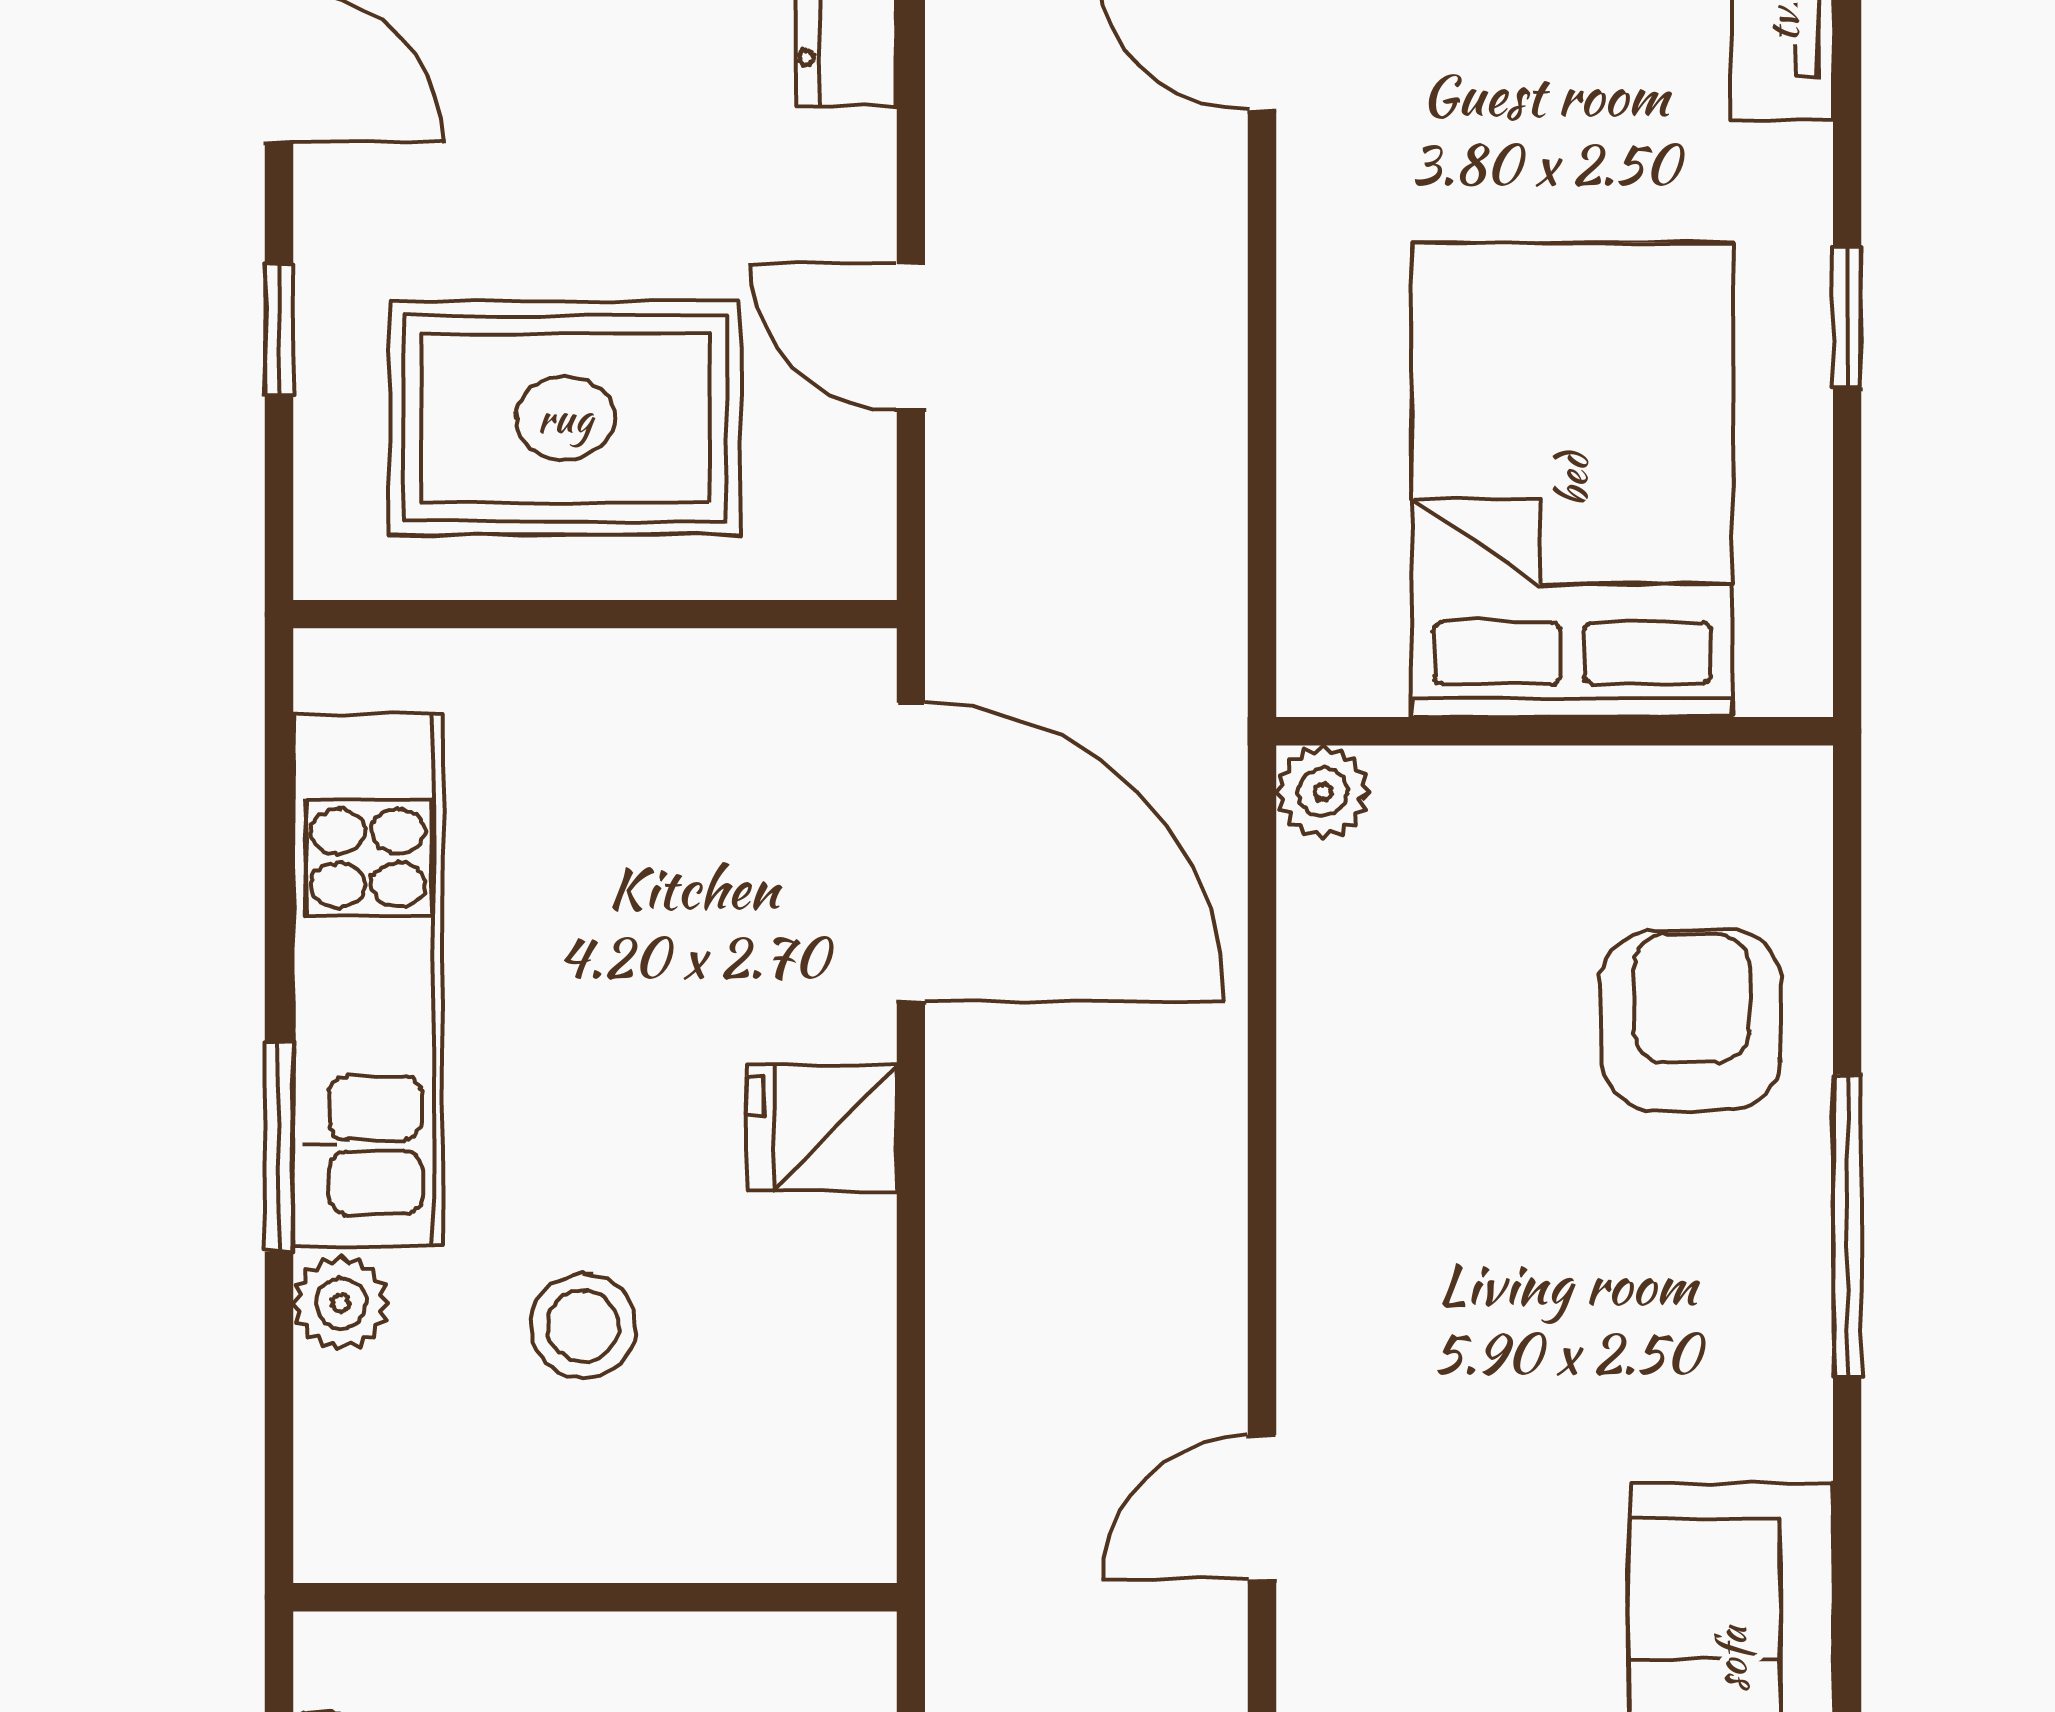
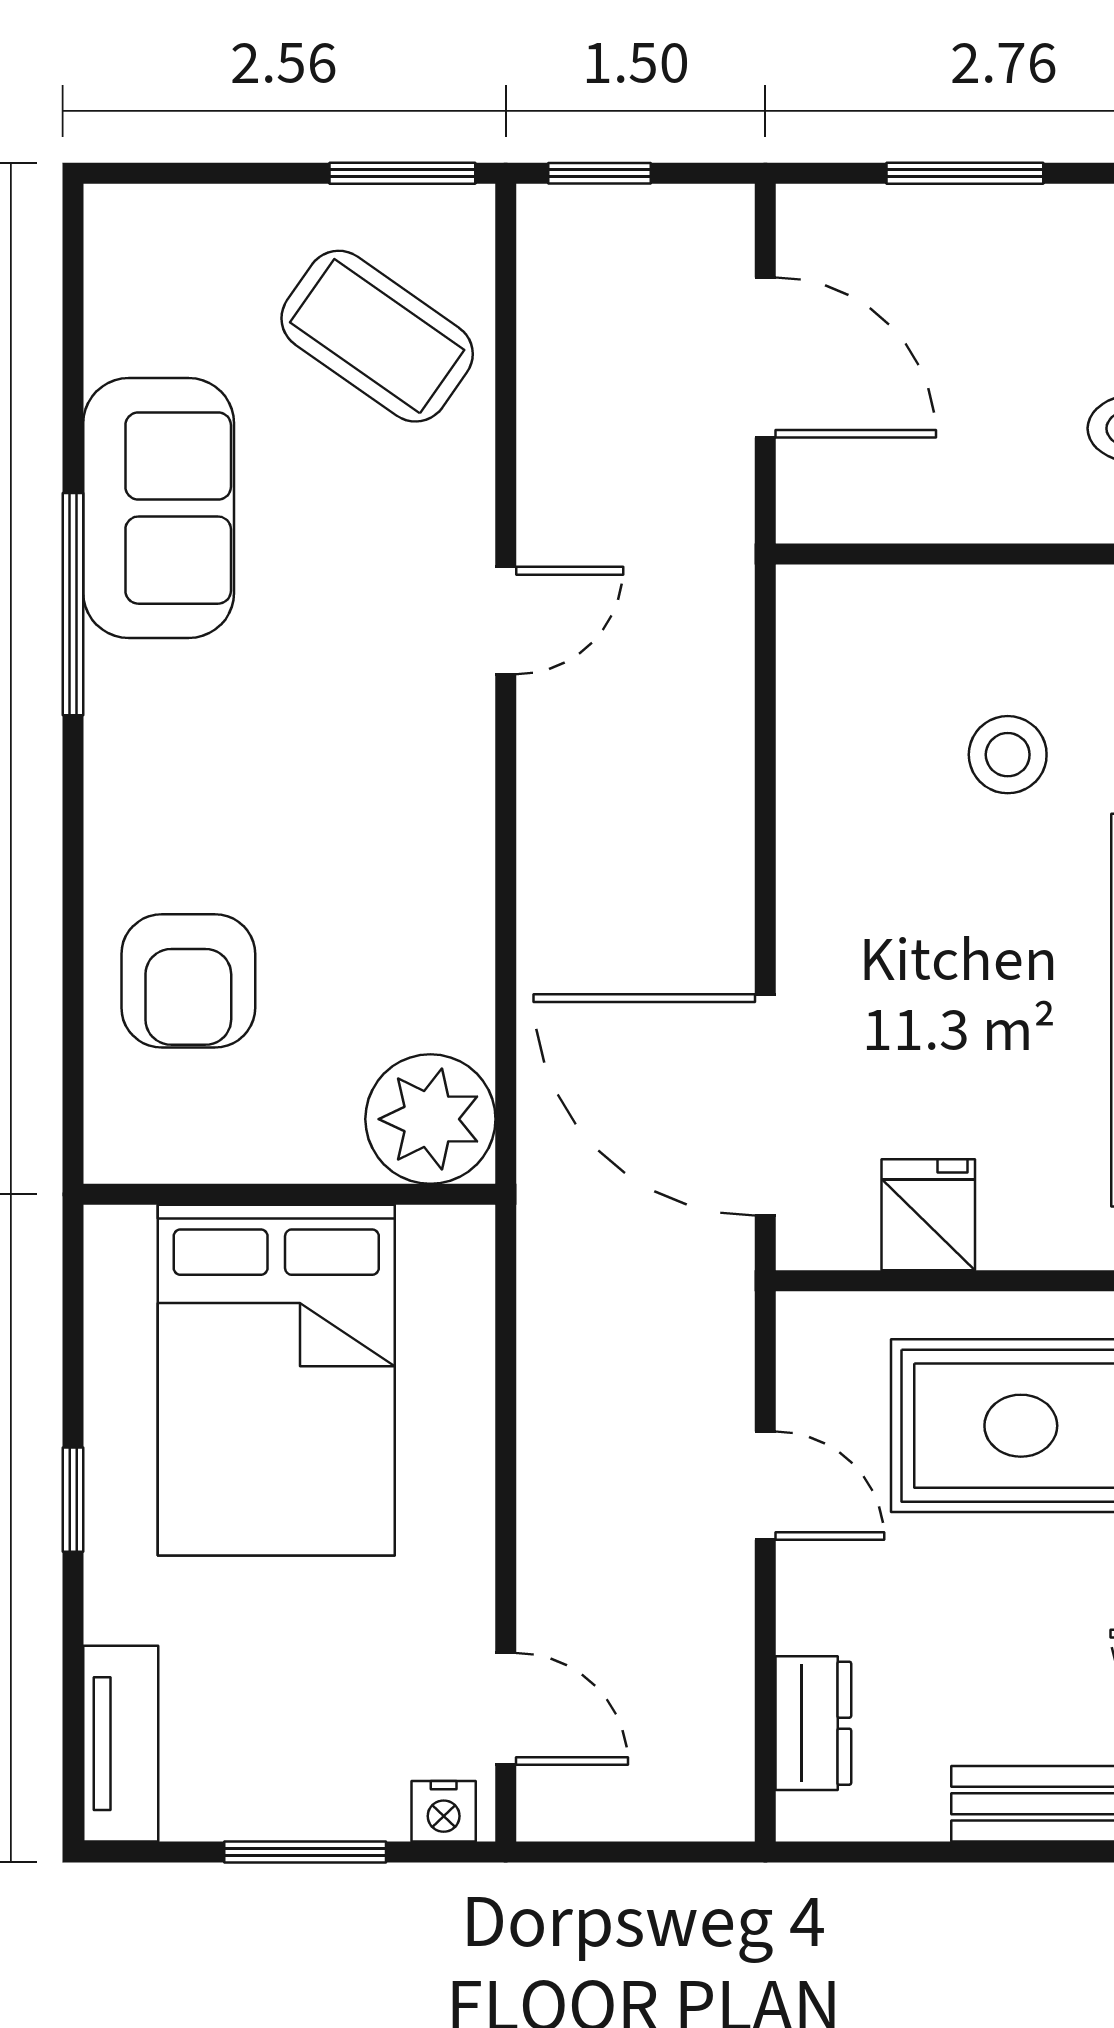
plant: (1323, 792) -> (430, 1119), width x1.88, depth x1.88
fridge: (822, 1128) -> (928, 1215), moved, turned -90
window: (1847, 1225) -> (73, 604), moved

